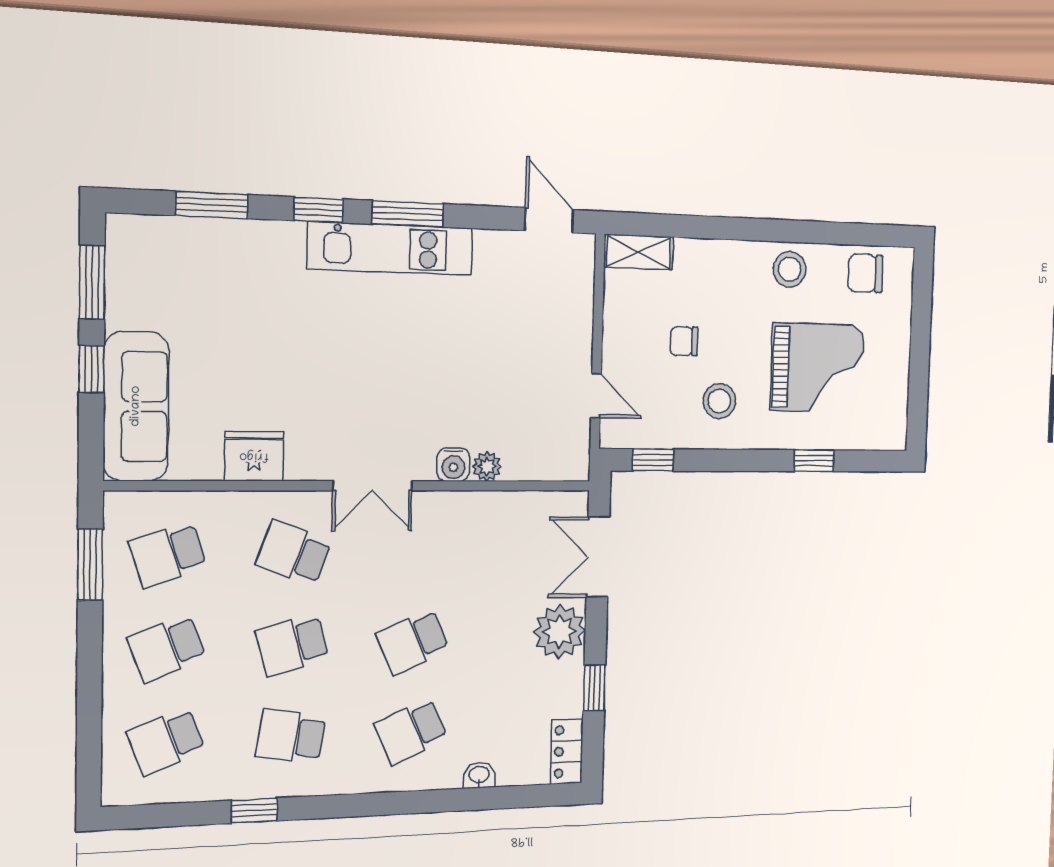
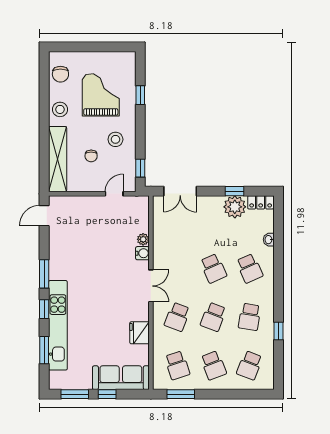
kitchen unit: (390, 249) -> (58, 325), moved, width x1.36
shelving: (639, 252) -> (58, 159), width x2.20, depth x1.33
plant: (560, 631) -> (235, 207), moved
school desk: (292, 645) -> (213, 317), turned 36
school desk: (166, 741) -> (250, 365), turned 42

